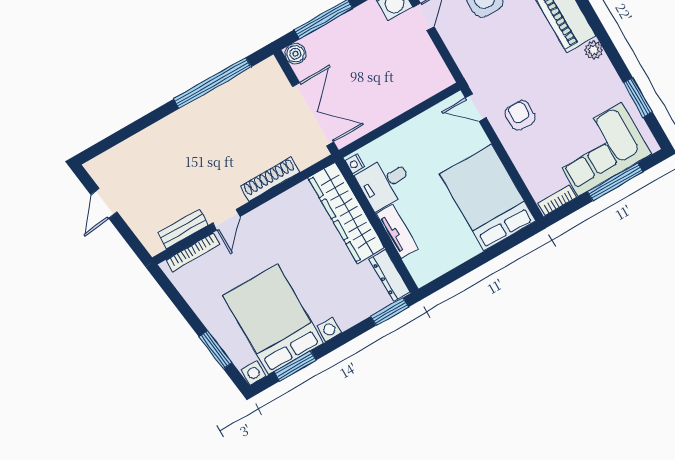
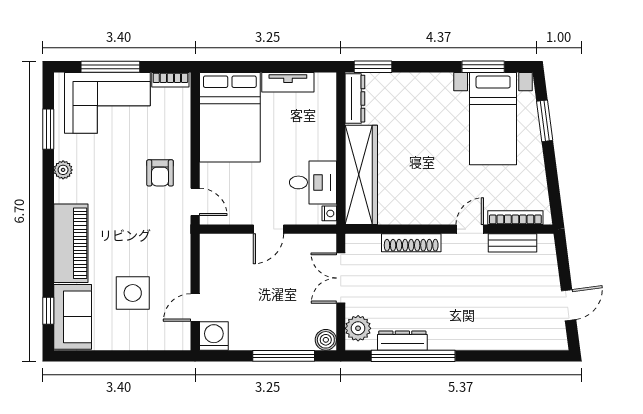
plant: (594, 50) -> (63, 170), moved
plant: (273, 80) -> (358, 328), added
dresser: (229, 91) -> (402, 341), added
double door: (313, 114) -> (341, 278), width x0.73
door: (399, 120) -> (268, 229), added
tv unit: (397, 232) -> (288, 82), moved, turned -90
bed with nightstands: (273, 319) -> (493, 119), width x0.73

